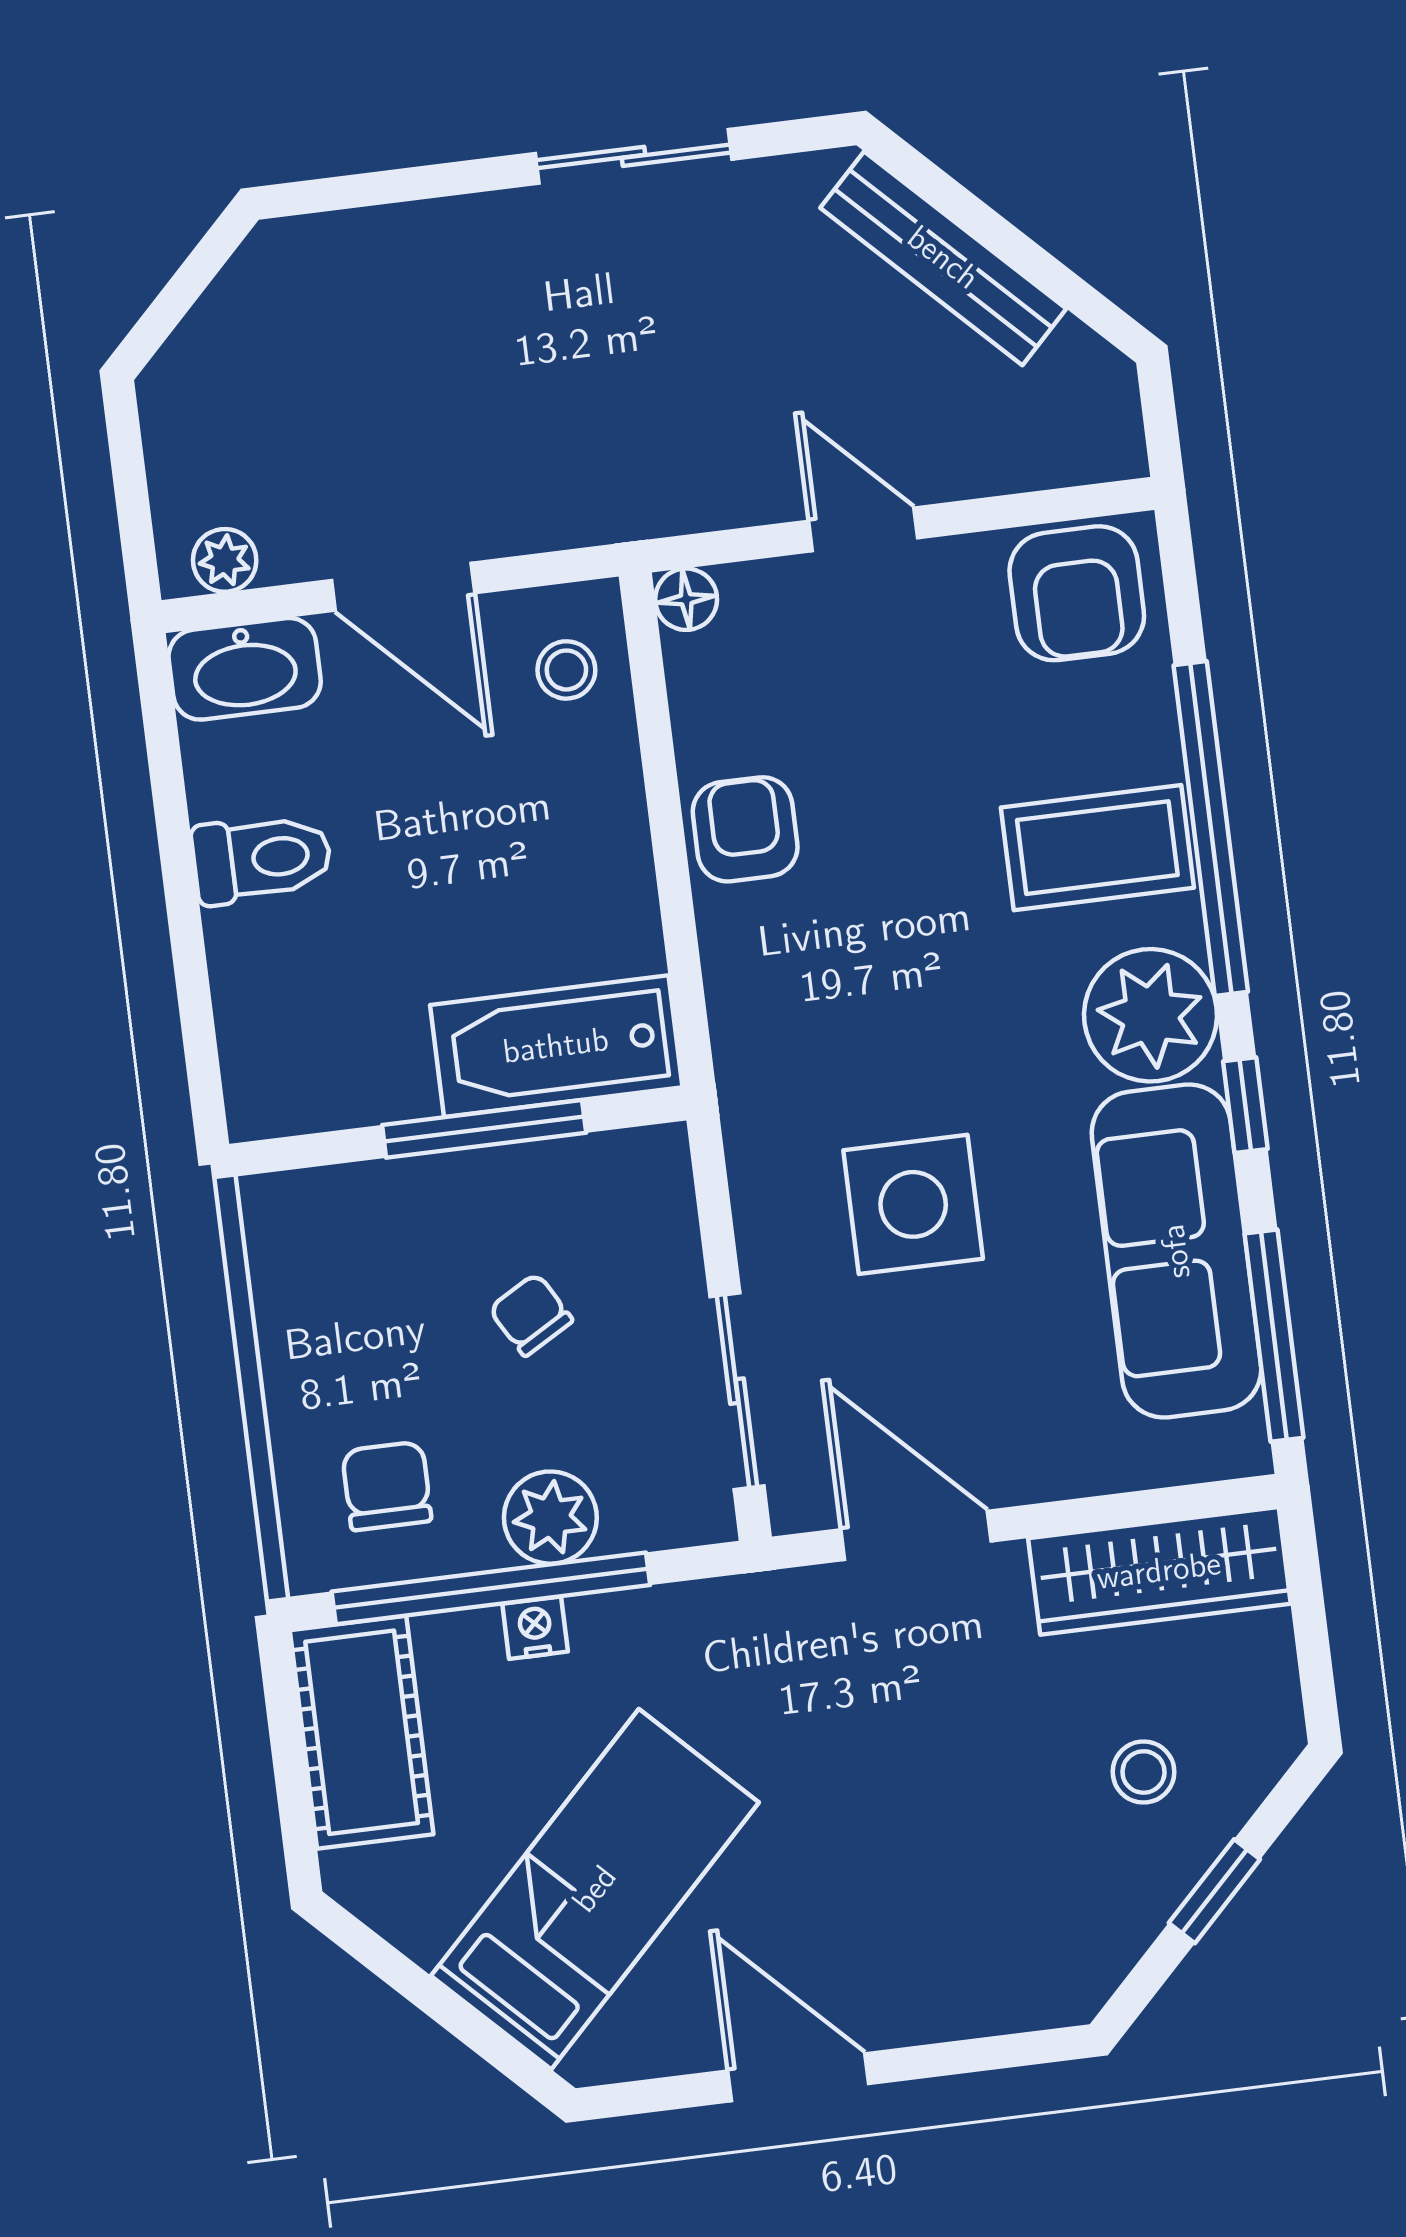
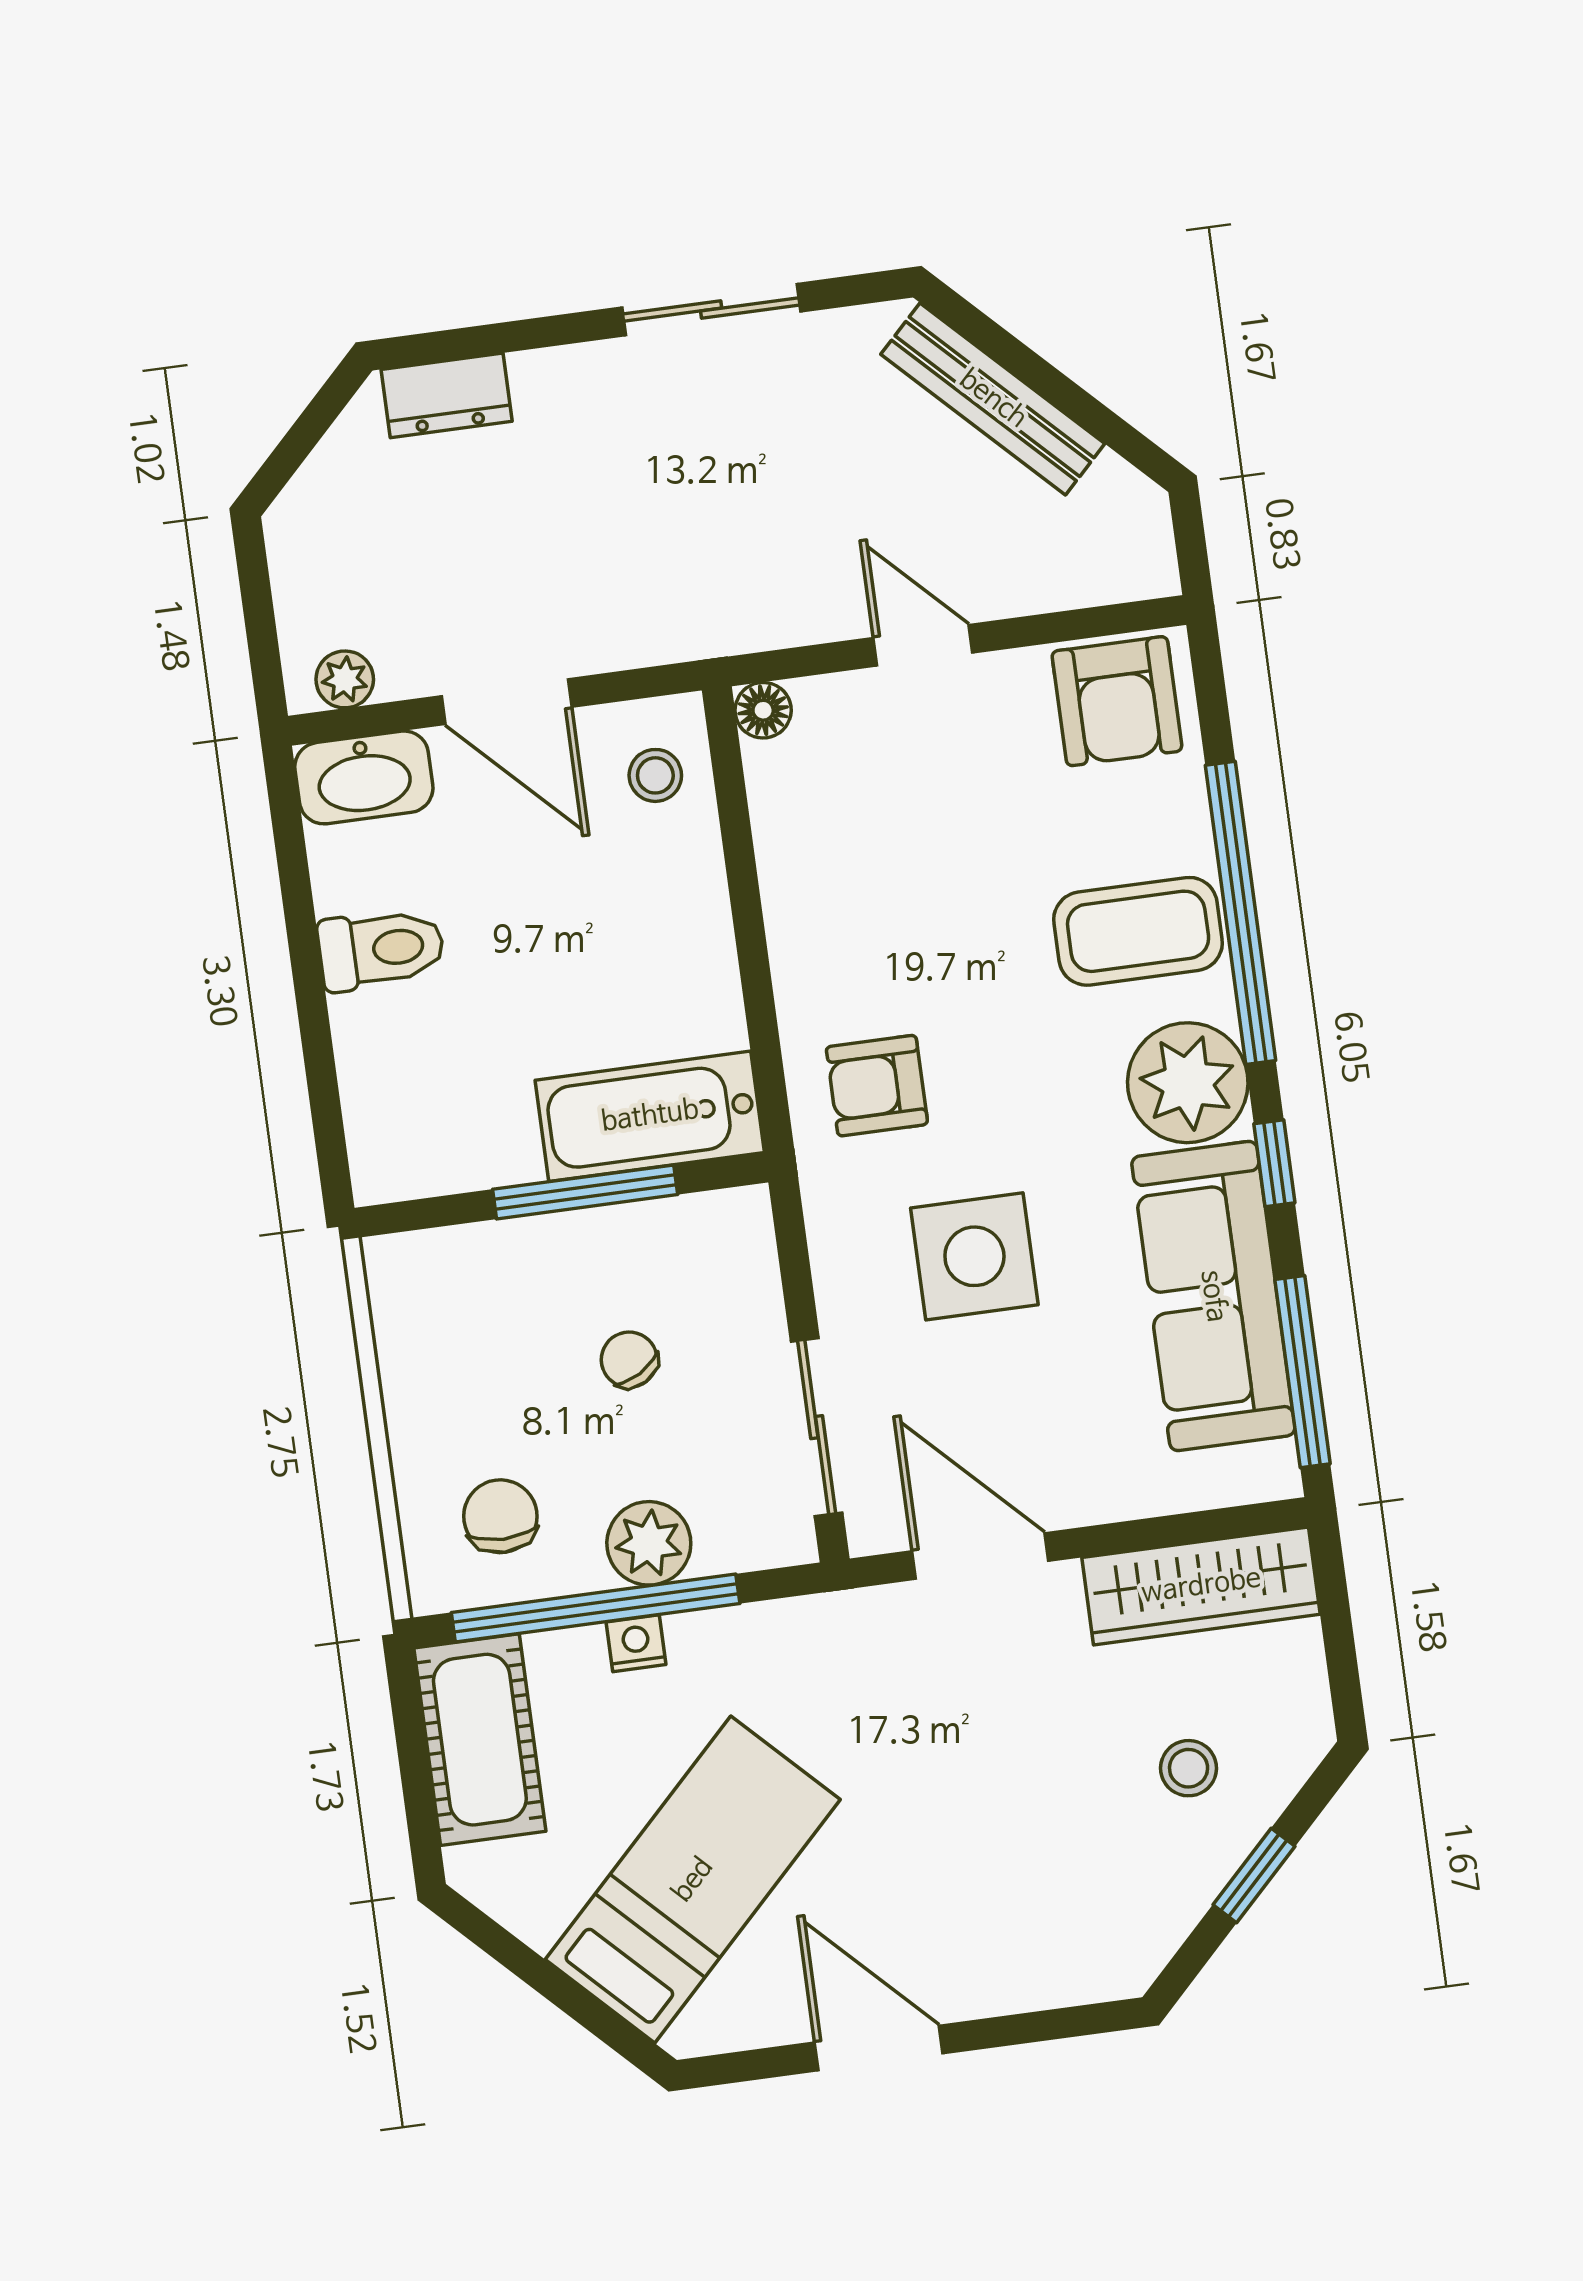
dresser: (340, 248) -> (447, 395), added
armchair: (745, 829) -> (877, 1086), moved, turned -90

